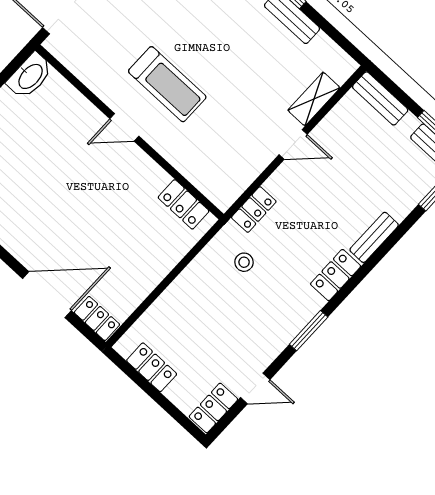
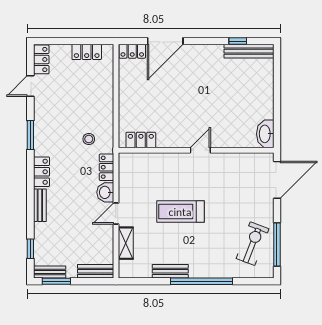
treadmill: (167, 84) -> (180, 212), moved
washbasin: (283, 181) -> (105, 192), added

